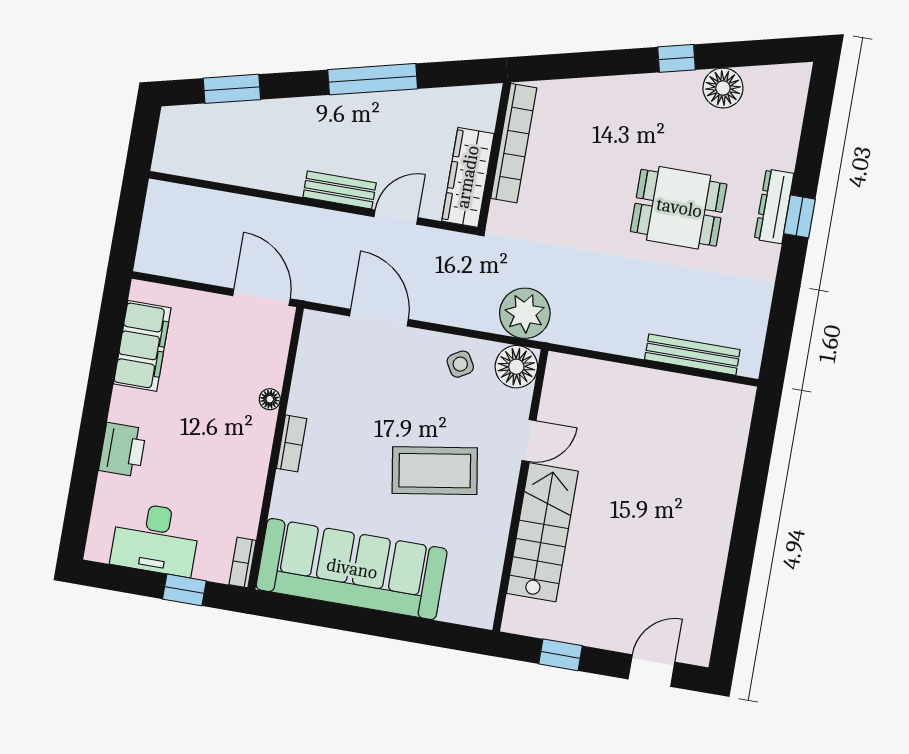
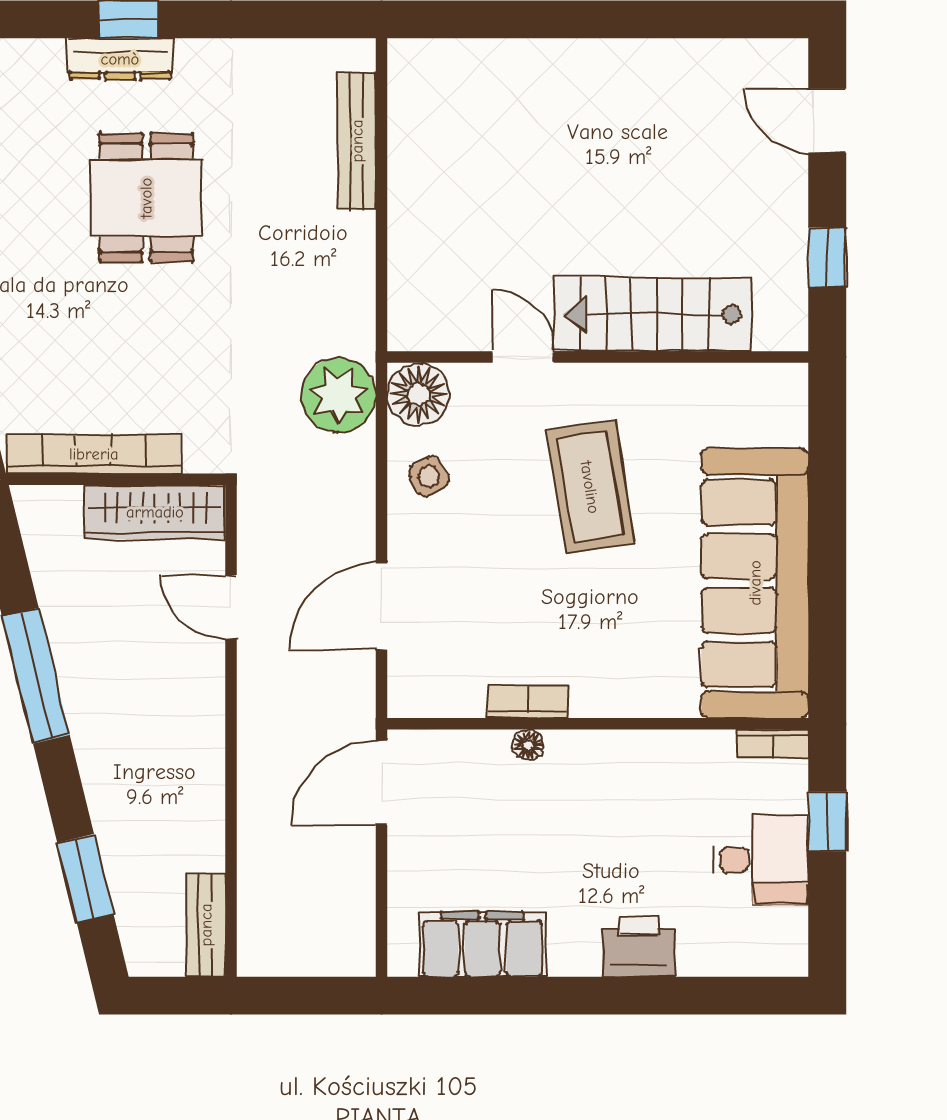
bench: (340, 190) -> (206, 925), moved
bookcase: (292, 443) -> (528, 702), moved
desk: (155, 539) -> (760, 860), width x0.73

